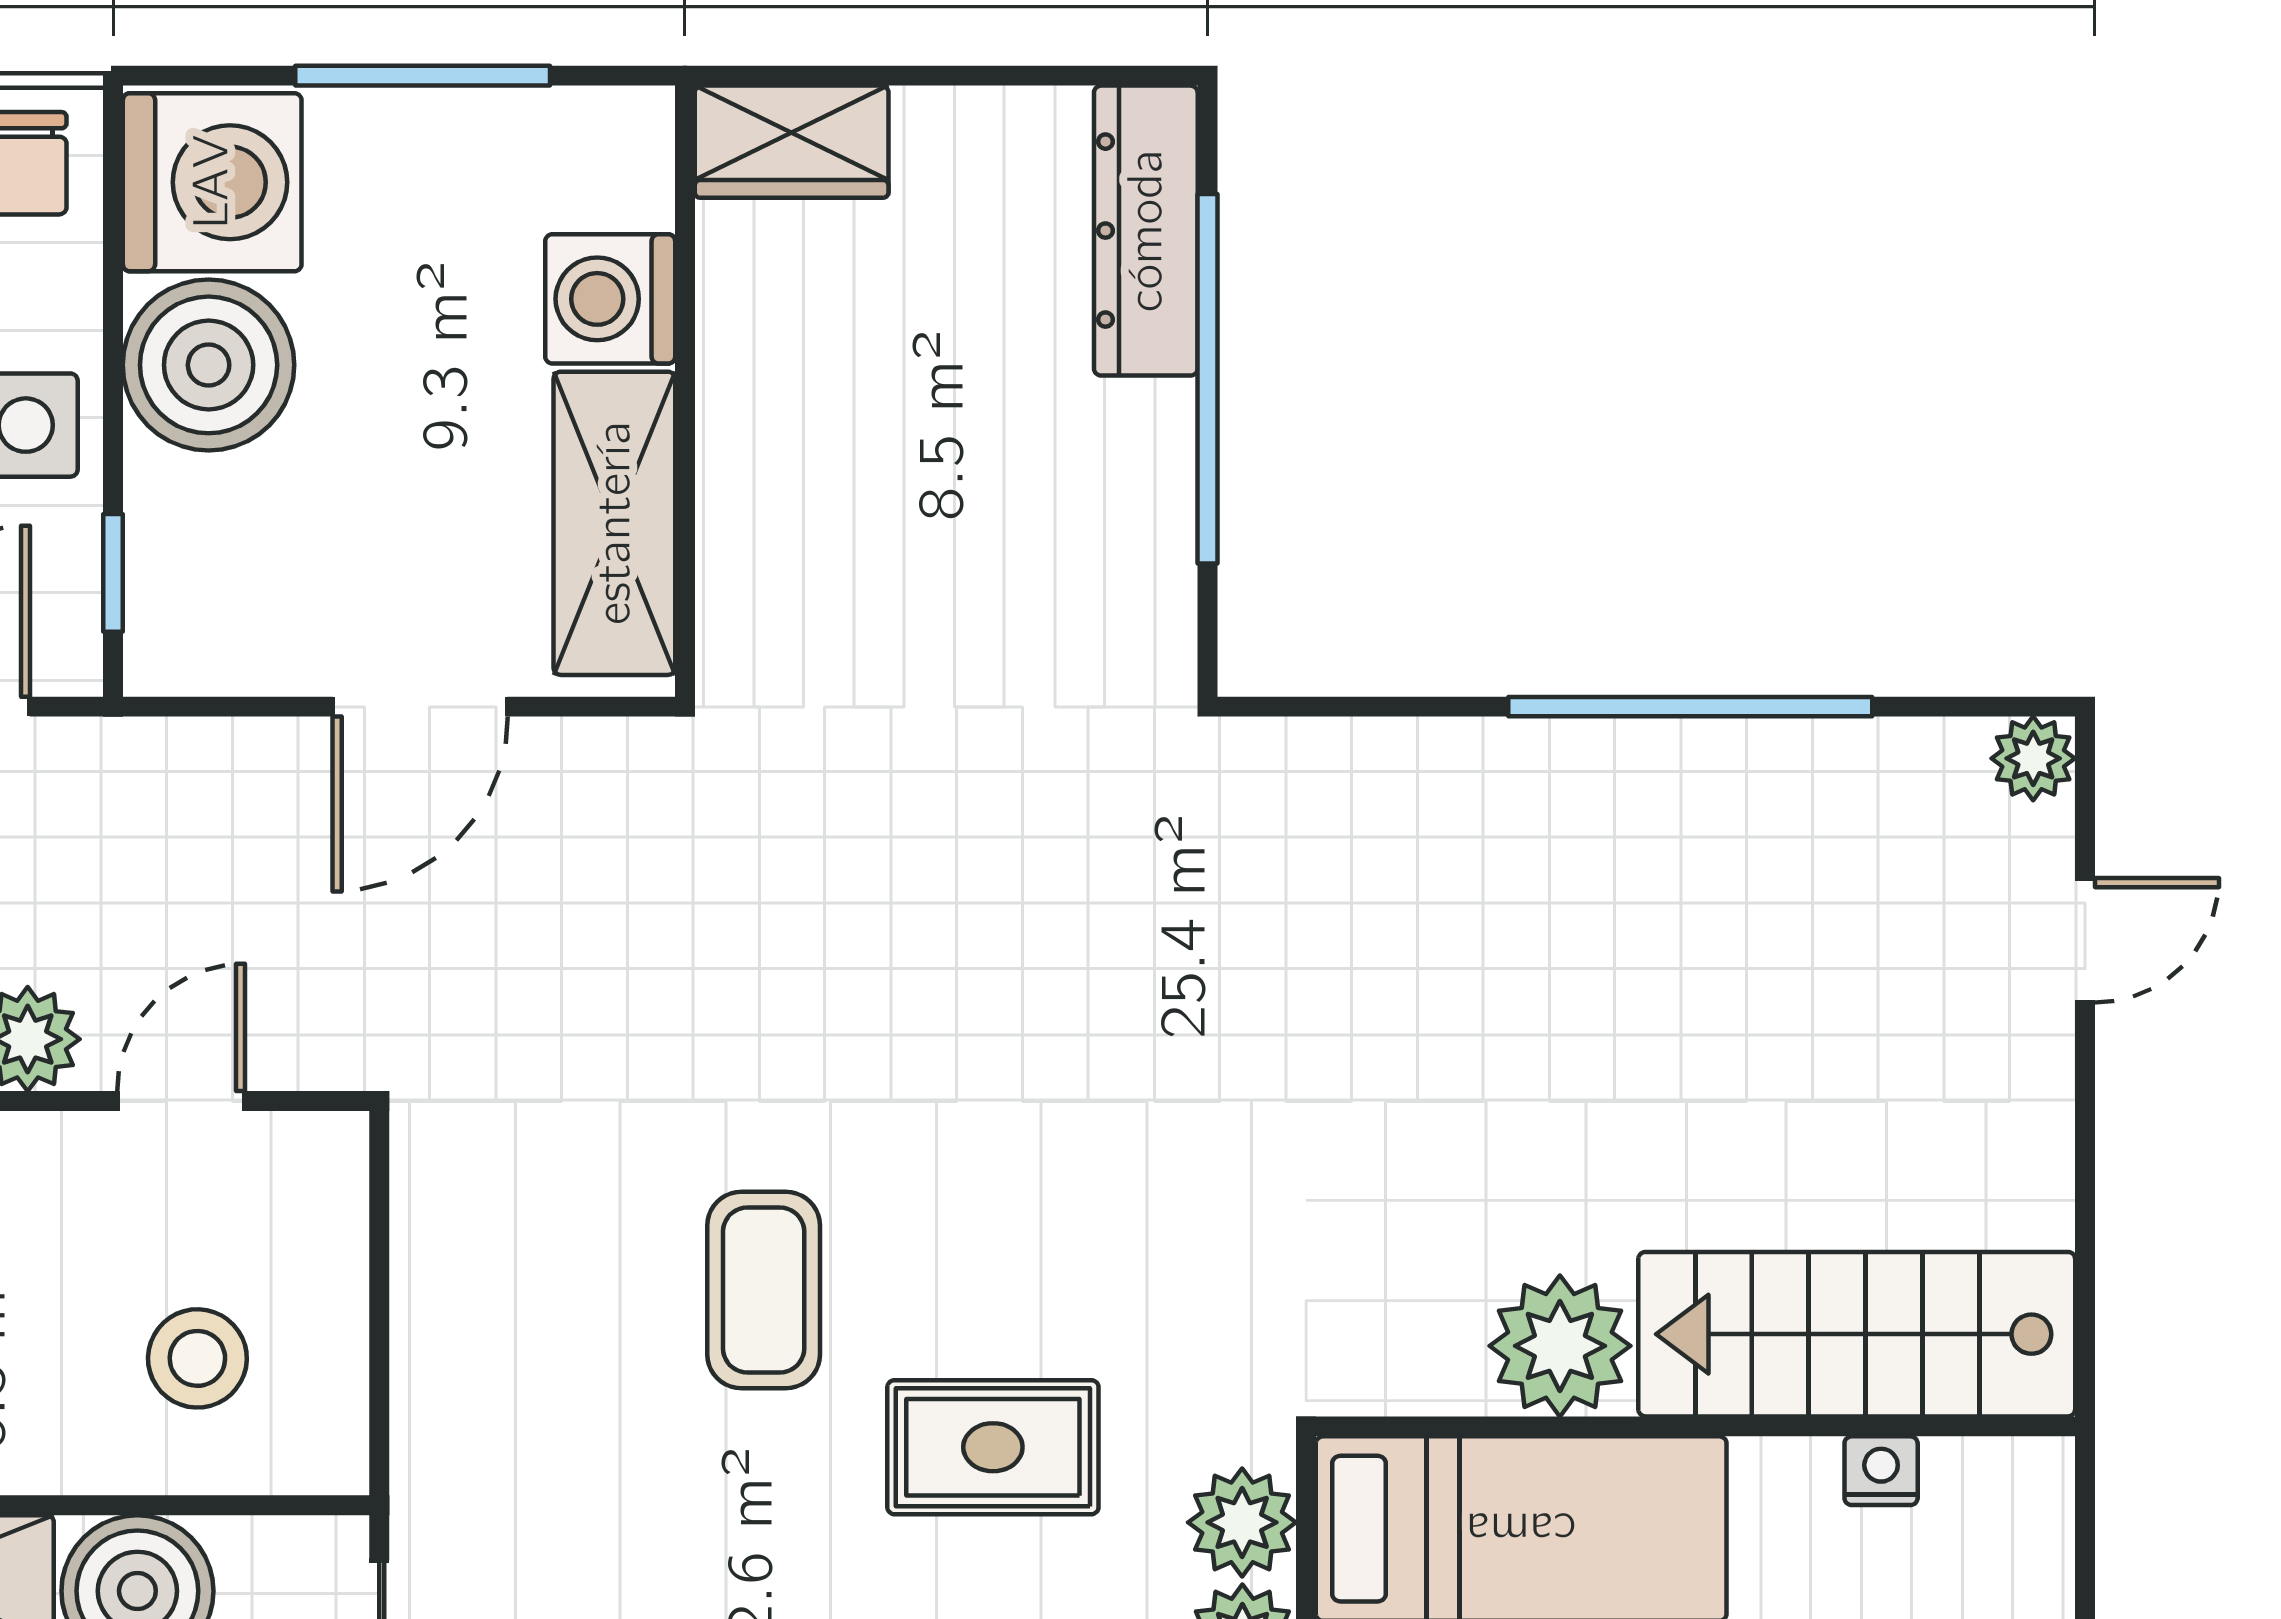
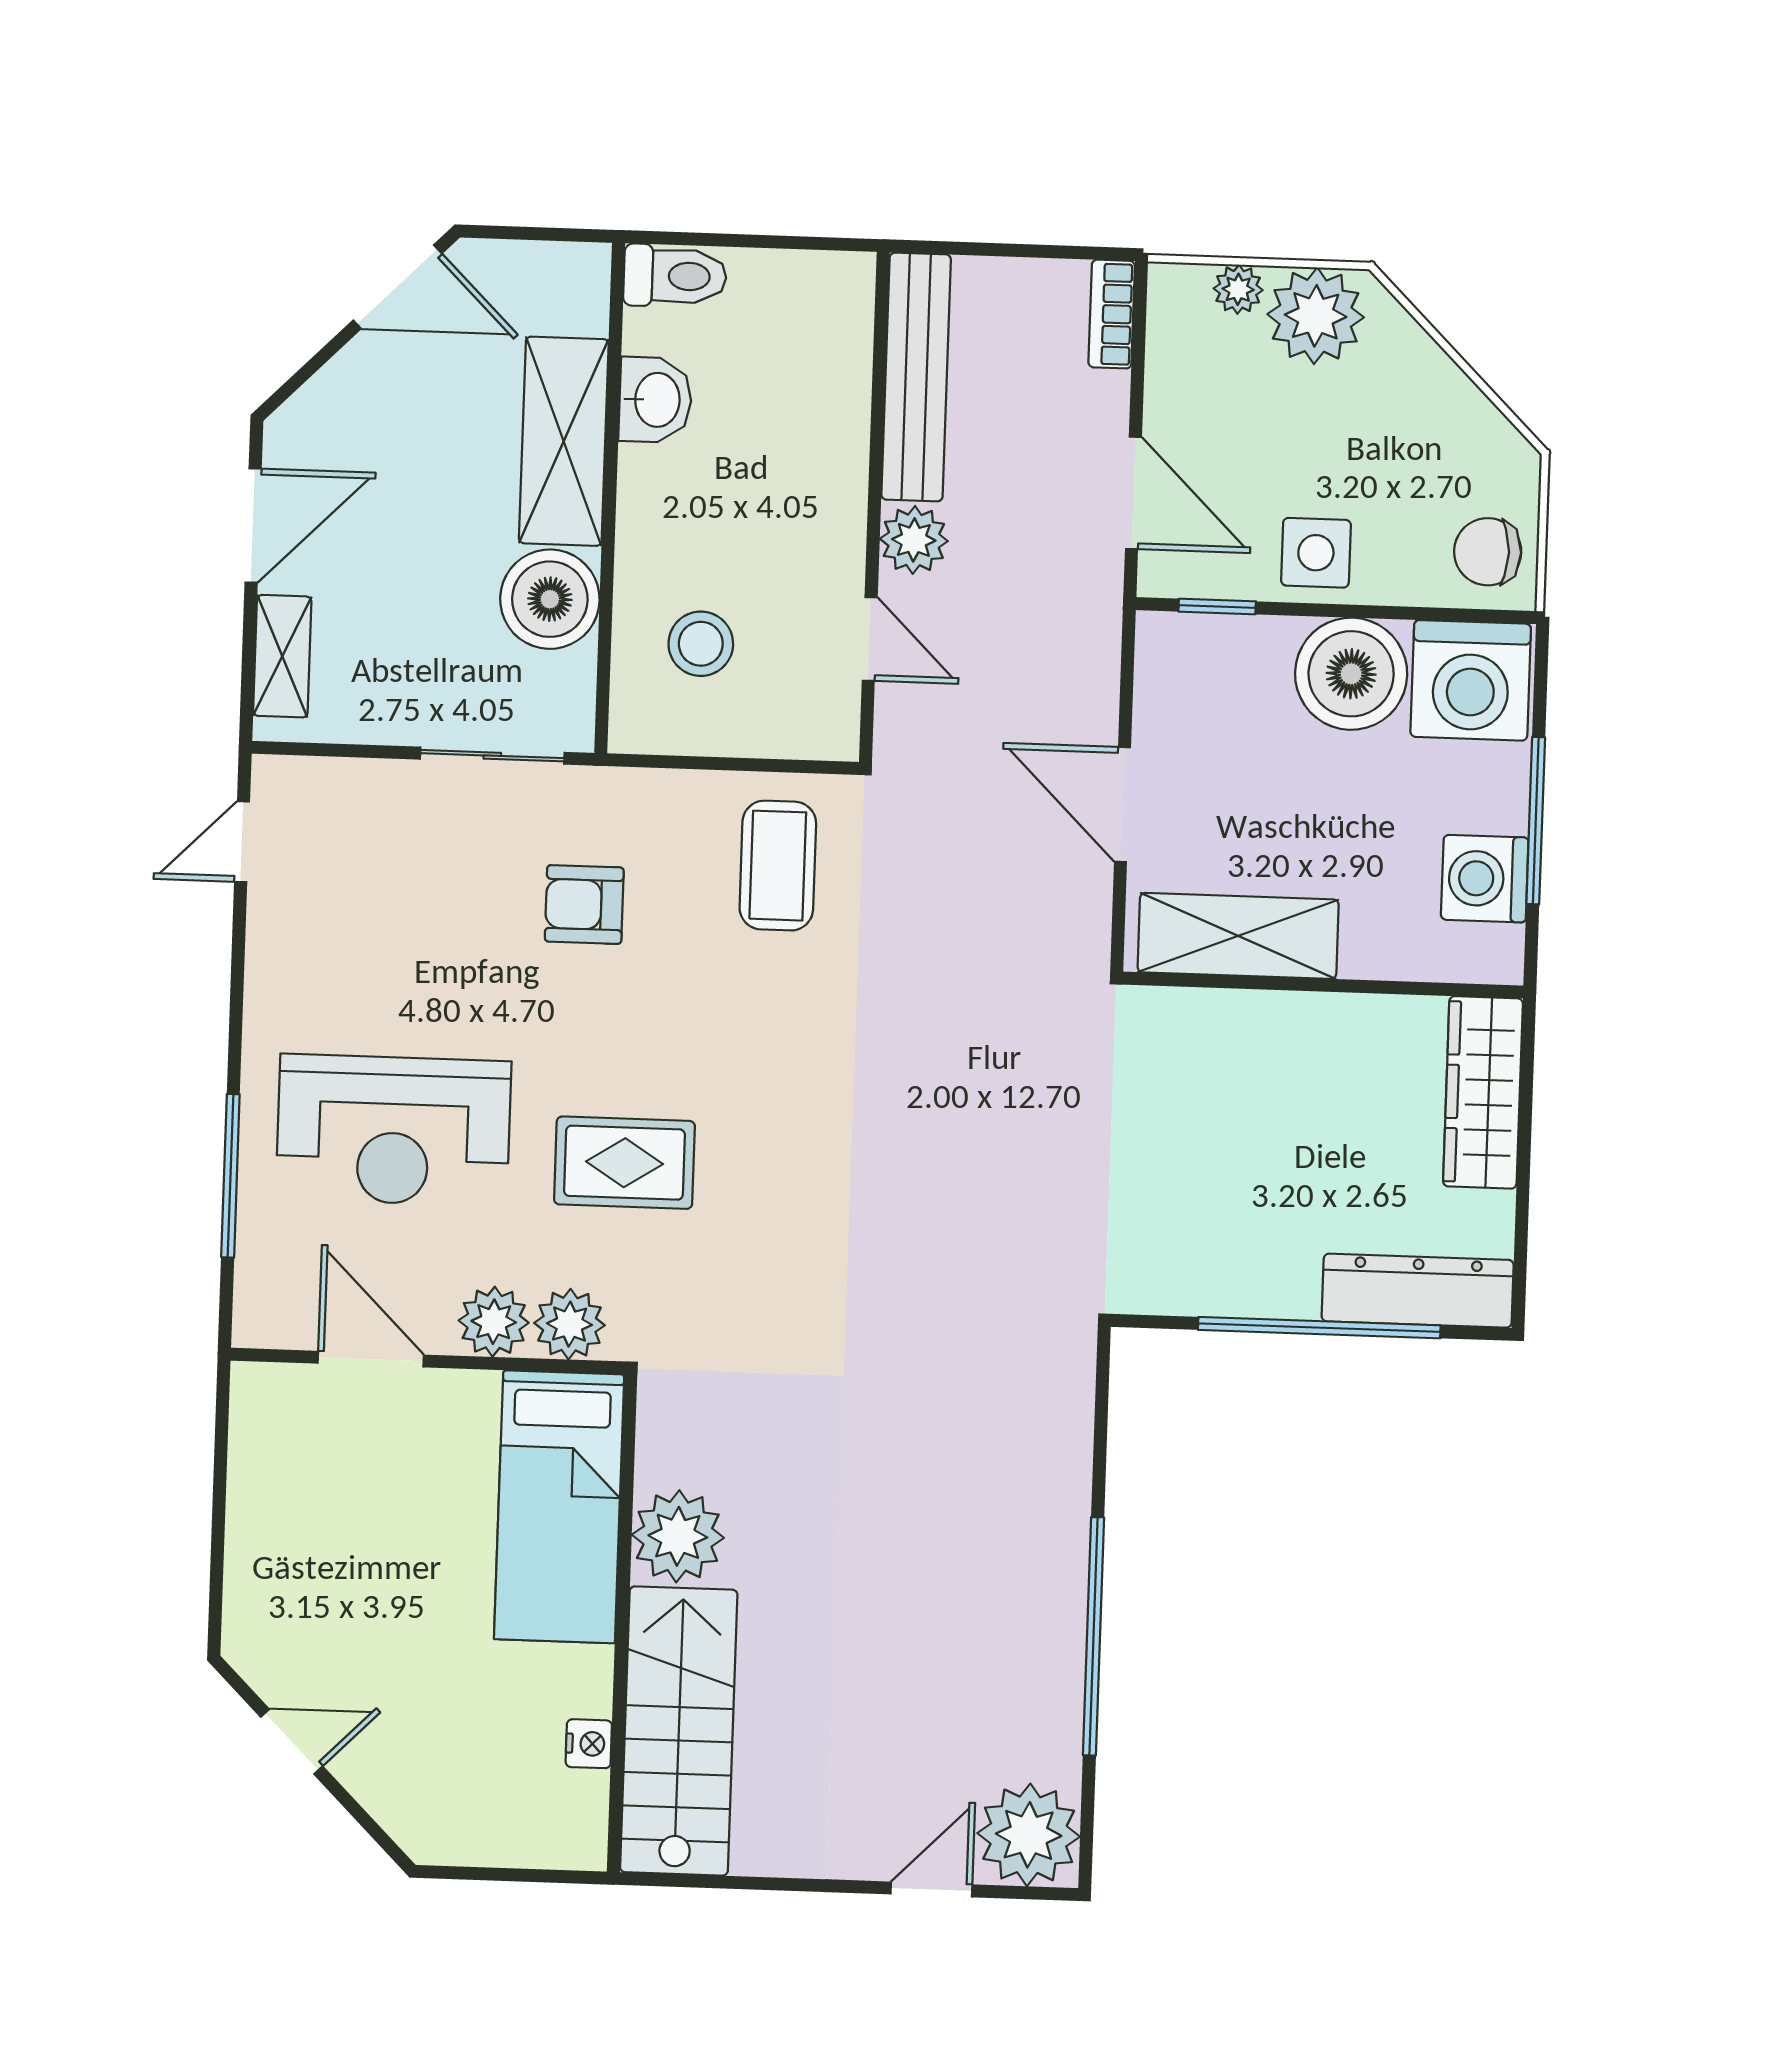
wardrobe: (792, 142) -> (1483, 1092), width x1.50
washing machine: (610, 299) -> (1485, 879), moved, turned -90
plant: (2033, 758) -> (1029, 1835), width x1.88, depth x1.88
door: (2085, 940) -> (931, 1889), swing flipped
coffee table: (764, 1290) -> (778, 866), moved, turned 90
rug: (993, 1447) -> (624, 1163), turned 90
armchair: (601, 1522) -> (584, 904), added

